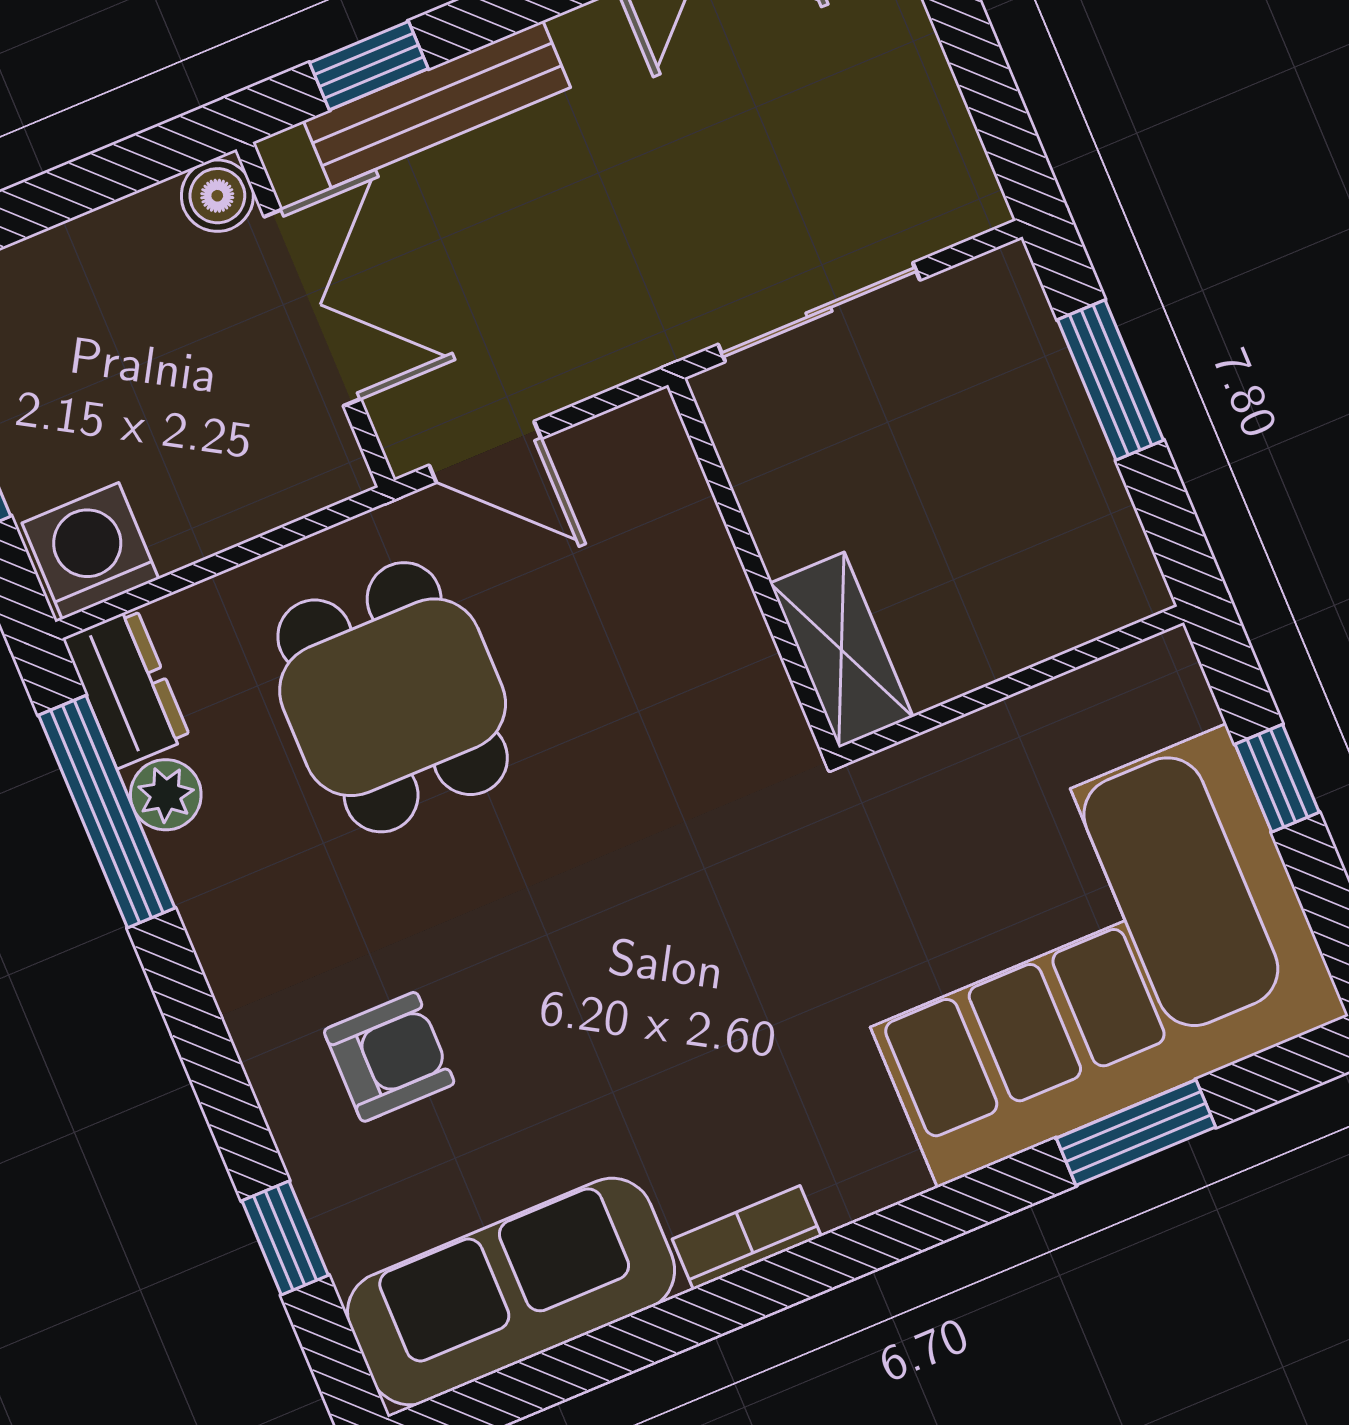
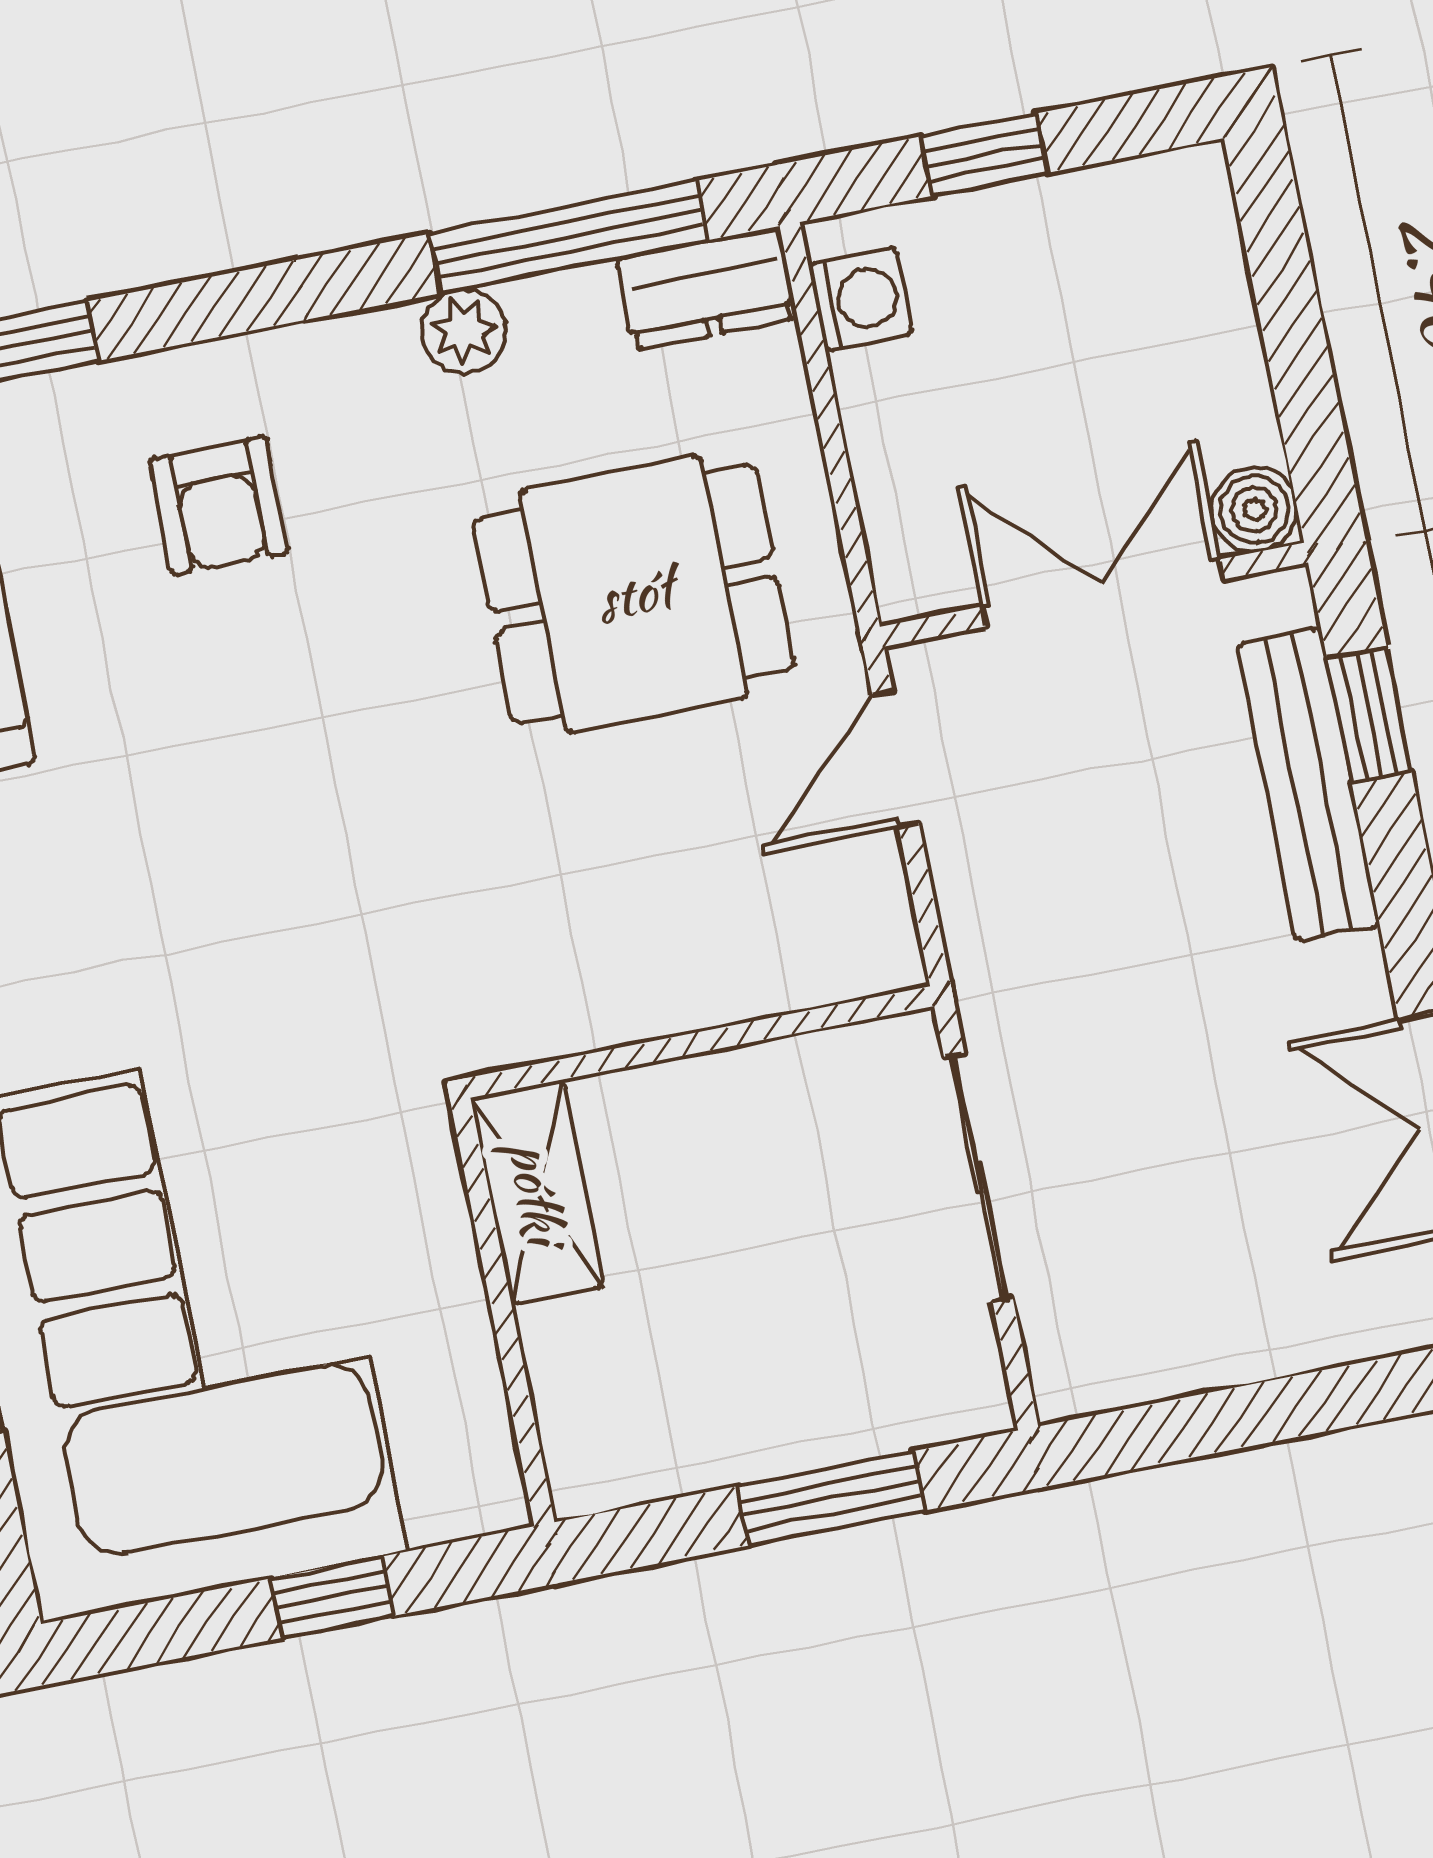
double door: (312, 308) -> (1103, 593), swing flipped
washing machine: (90, 551) -> (860, 299), width x0.73, depth x0.73
shelving: (841, 650) -> (537, 1192), moved, turned 90
plant: (166, 795) -> (464, 331), moved

